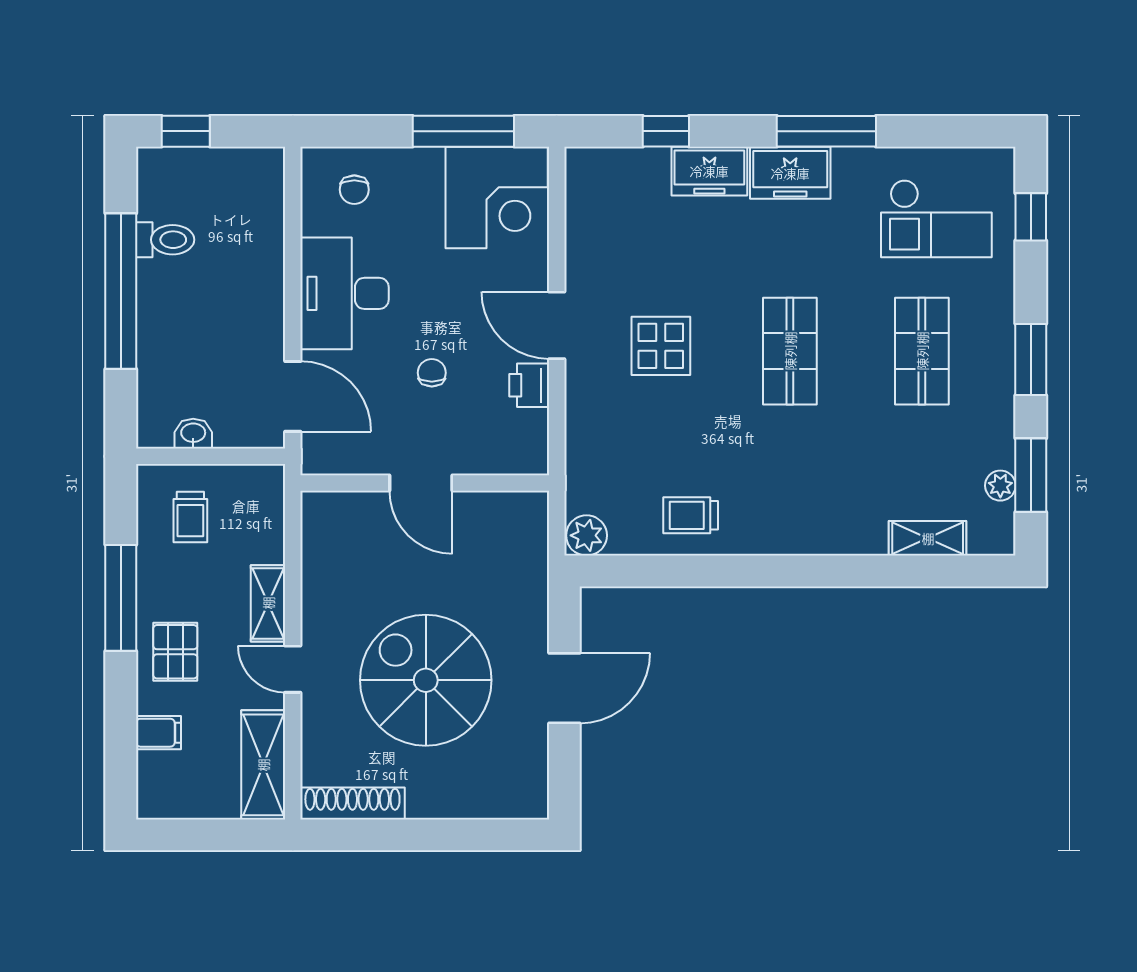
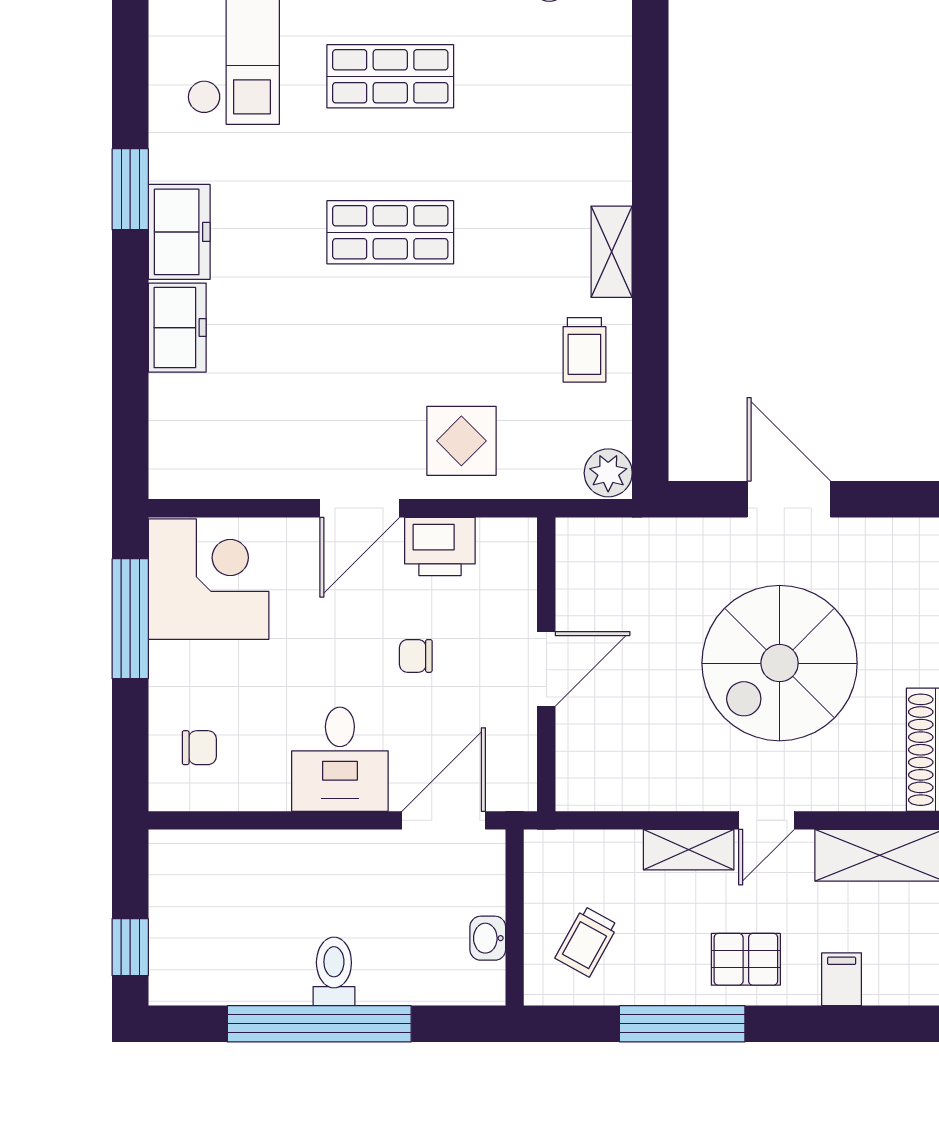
window: (666, 131) -> (130, 379), removed
window: (826, 131) -> (130, 189), width x0.69
toilet: (165, 240) -> (334, 971), moved
desk: (345, 293) -> (340, 759), width x0.73
display table: (661, 346) -> (461, 441), moved
printer: (529, 385) -> (440, 546), width x1.36, depth x1.24
trolley: (190, 517) -> (587, 941), turned 119
shelving: (928, 538) -> (612, 252), moved

